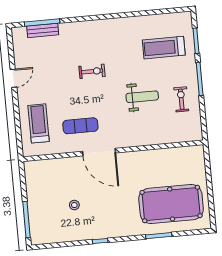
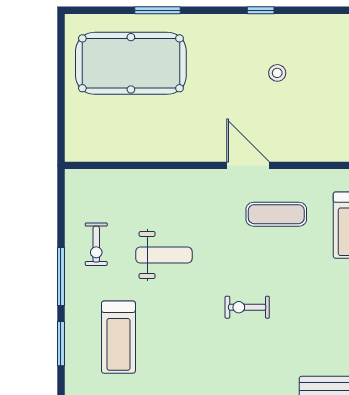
treadmill: (164, 48) -> (118, 337), turned 90
weight bench: (142, 97) -> (164, 255), turned 180
door: (99, 152) -> (248, 165), width x0.73
stool: (74, 205) -> (277, 73), moved

